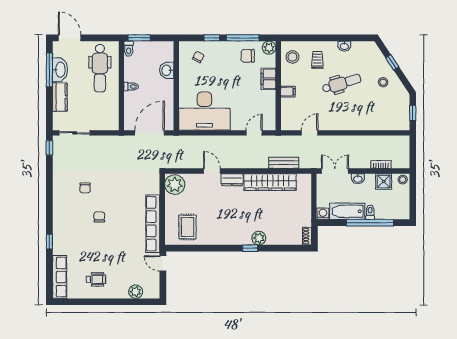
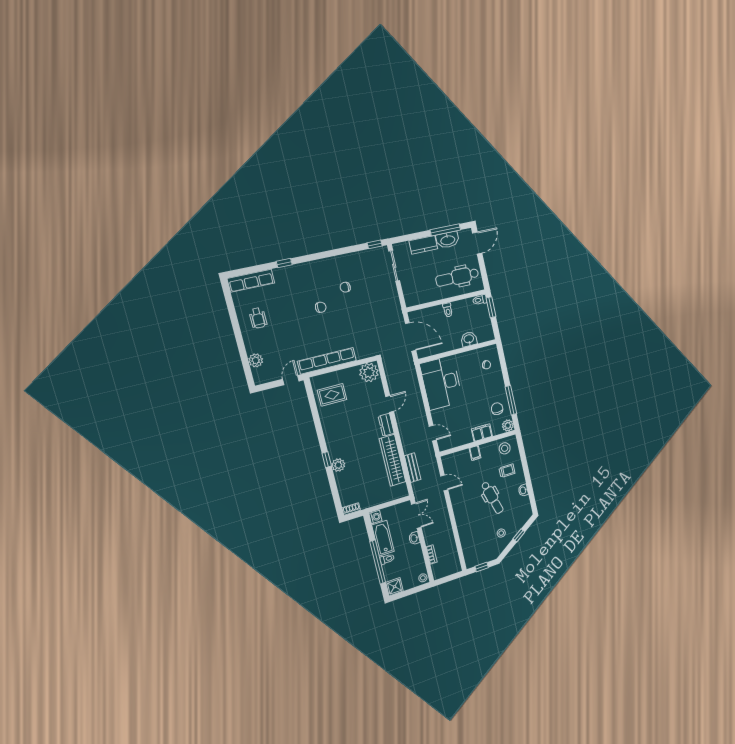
window: (212, 38) -> (505, 373), removed
shower: (384, 181) -> (395, 587), moved

